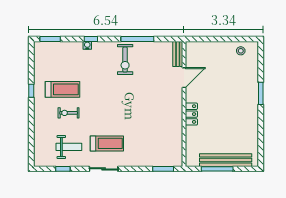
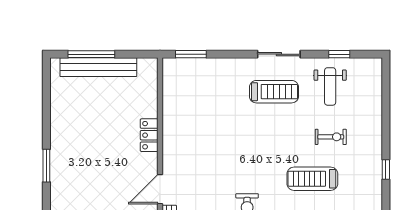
treadmill: (62, 89) -> (312, 179), moved
treadmill: (107, 143) -> (274, 92), turned 180
weight bench: (69, 147) -> (330, 86), turned -90
window: (217, 169) -> (91, 54), moved

